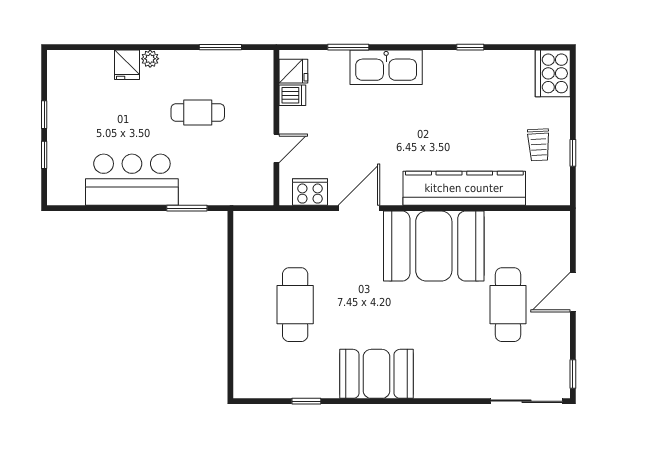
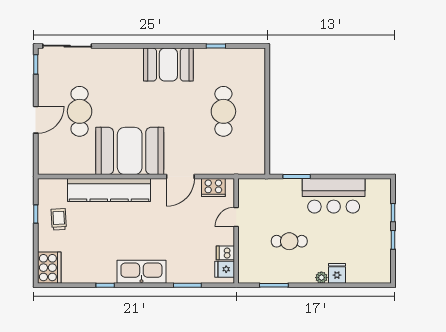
kitchen sink: (386, 67) -> (141, 272), moved

